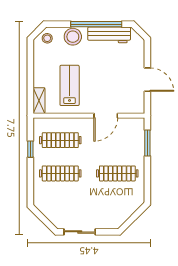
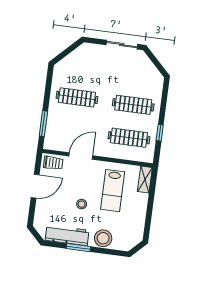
window: (96, 24) -> (78, 248), width x0.47
stool: (47, 38) -> (82, 204), moved
door: (147, 80) -> (35, 186), swing flipped
trolley: (132, 105) -> (53, 163), added

